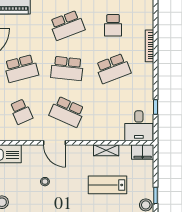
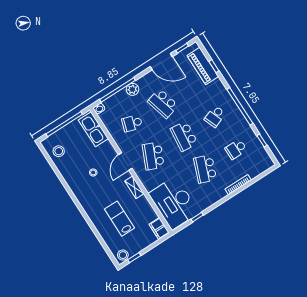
school desk: (67, 25) -> (215, 116), width x0.54
school desk: (113, 68) -> (205, 169), turned 42
school desk: (21, 112) -> (132, 123), turned 42
desk: (139, 126) -> (174, 203), width x1.87, depth x1.30
shelving: (106, 150) -> (134, 187), moved

